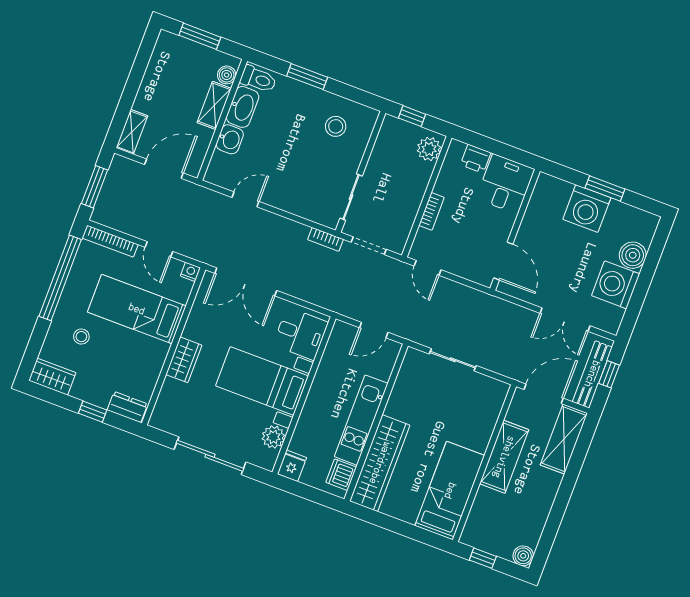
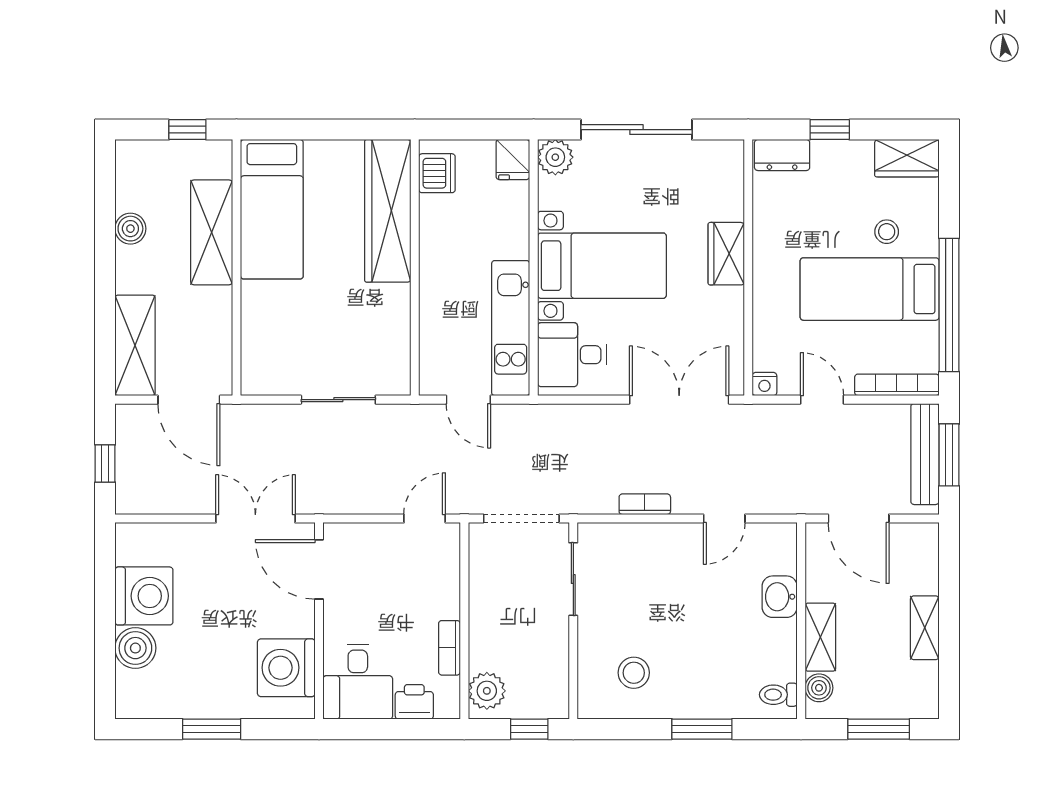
toilet: (258, 79) -> (778, 695), width x0.73, depth x0.72
washbasin: (243, 107) -> (779, 650), removed
shelving: (132, 132) -> (925, 628), moved
door: (164, 169) -> (859, 518), hinge flipped
washing machine: (587, 209) -> (286, 668), moved, turned -90
bookcase: (431, 211) -> (449, 648), moved
bookcase: (326, 239) -> (645, 504), moved
doorway: (369, 246) -> (521, 518), width x1.38
door: (428, 268) -> (425, 518), hinge flipped
bed: (137, 309) -> (870, 289), moved, turned 180
double door: (565, 320) -> (255, 518), moved
door: (374, 330) -> (468, 400), swing flipped
bench: (592, 374) -> (925, 454), moved
door: (544, 394) -> (189, 400), hinge flipped
kitchen unit: (361, 420) -> (511, 328), moved, turned 180
plant: (273, 437) -> (555, 157), moved
shelving: (504, 457) -> (212, 232), moved
boiler: (523, 556) -> (130, 229), moved

